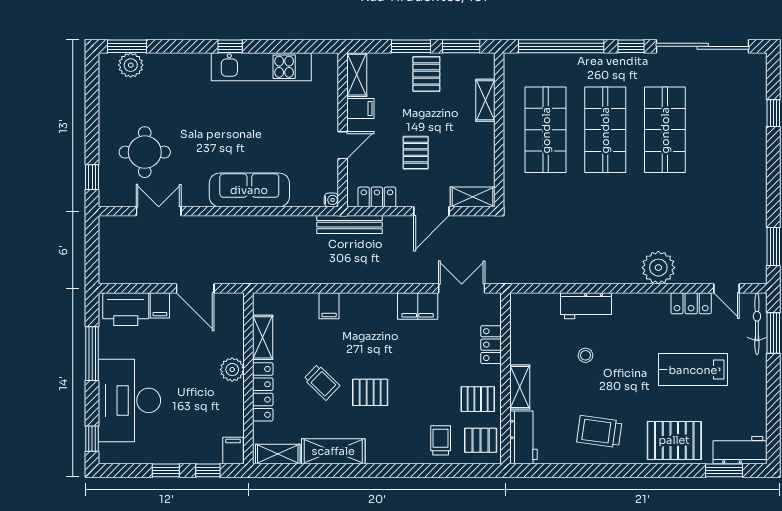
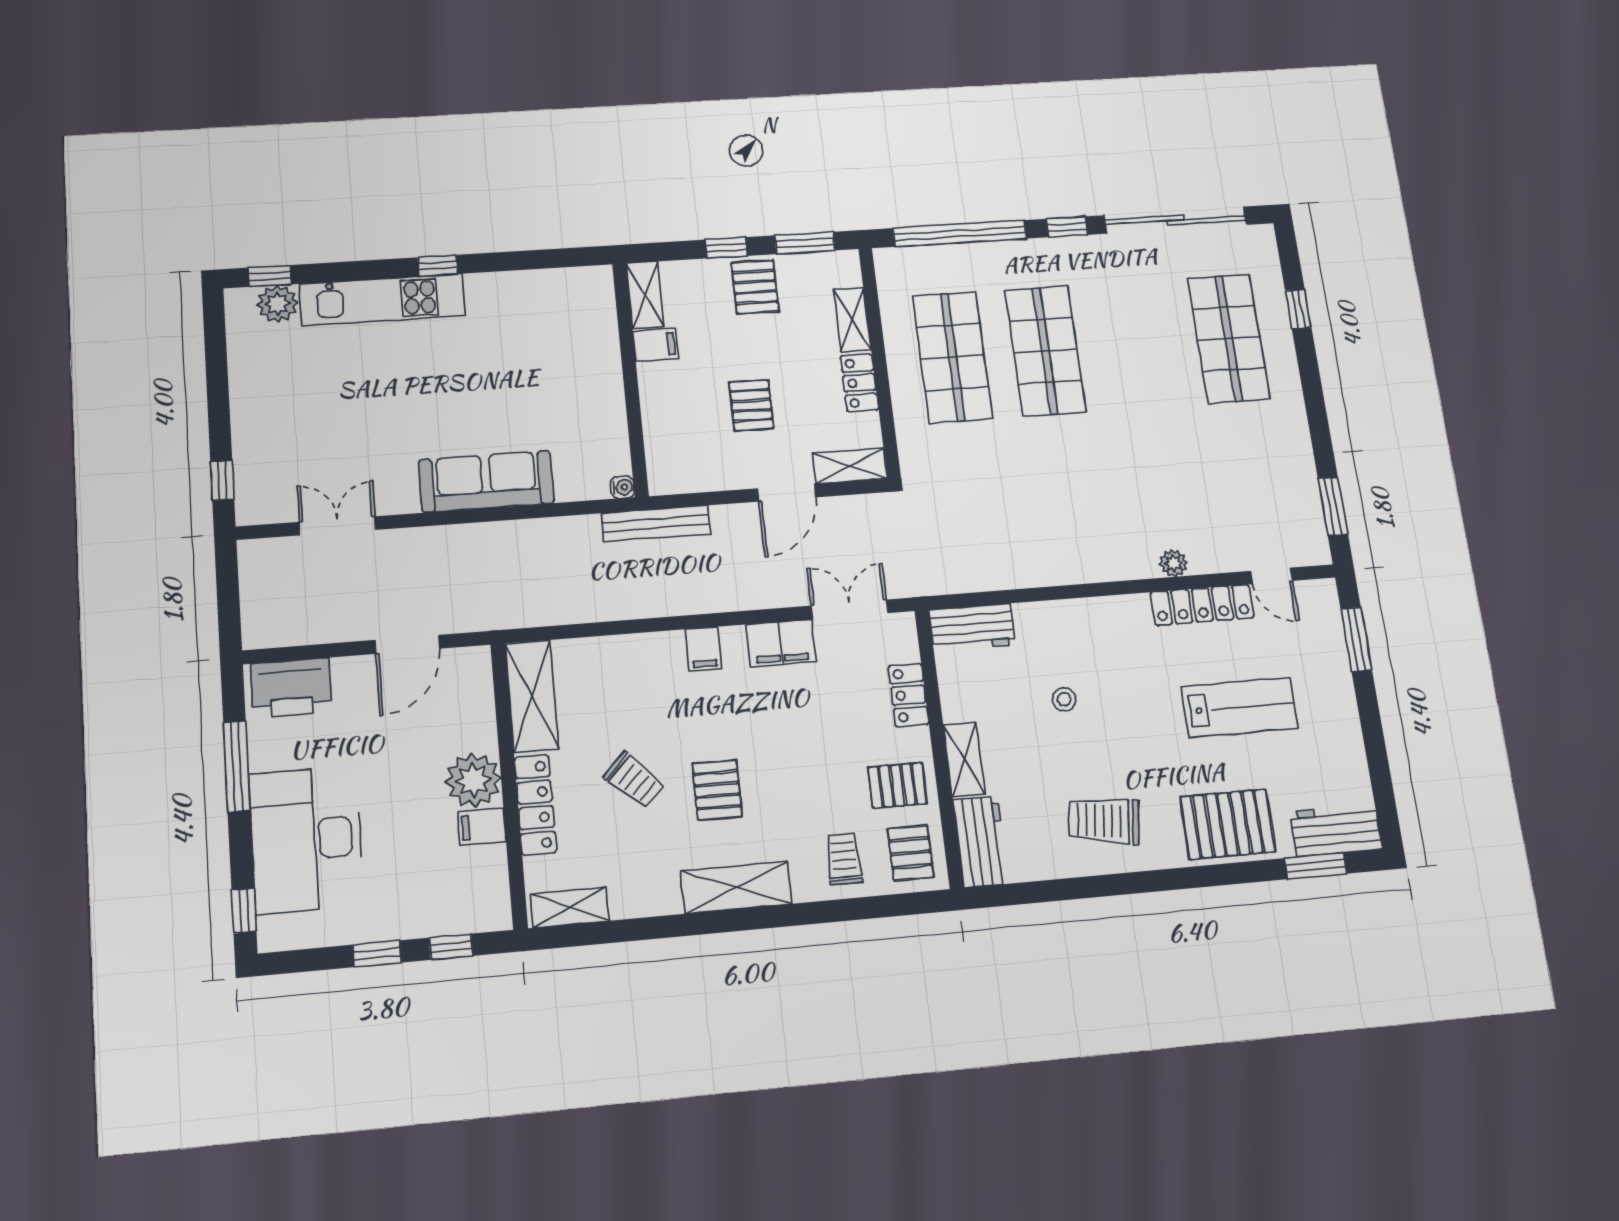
window: (127, 46) -> (270, 276), width x0.67
window: (411, 46) -> (726, 248), width x0.67
kitchen unit: (261, 67) -> (382, 300), moved
shop shelf: (665, 130) -> (1229, 338), moved
door: (343, 145) -> (633, 402), removed
round table: (145, 152) -> (309, 435), removed
locker: (377, 197) -> (859, 383), moved, turned -90
plant: (658, 268) -> (1174, 563), width x0.53, depth x0.53
door: (195, 288) -> (407, 644), hinge flipped
locker: (691, 303) -> (1202, 605), width x1.53
filing cabinet: (160, 305) -> (349, 677), removed
filing cabinet: (329, 306) -> (703, 649), moved
workbench: (586, 306) -> (972, 627), moved
bicycle: (757, 324) -> (1328, 627), removed
shelving: (263, 337) -> (532, 696), width x1.50, depth x1.33
plant: (232, 370) -> (473, 780), width x1.36, depth x1.36
lab bench: (693, 370) -> (1239, 707), turned 180
pallet: (370, 392) -> (717, 790), turned 90
pallet: (481, 440) -> (911, 853), turned 90
filing cabinet: (233, 451) -> (482, 827), moved, turned -90
shelving: (333, 451) -> (736, 887), moved

